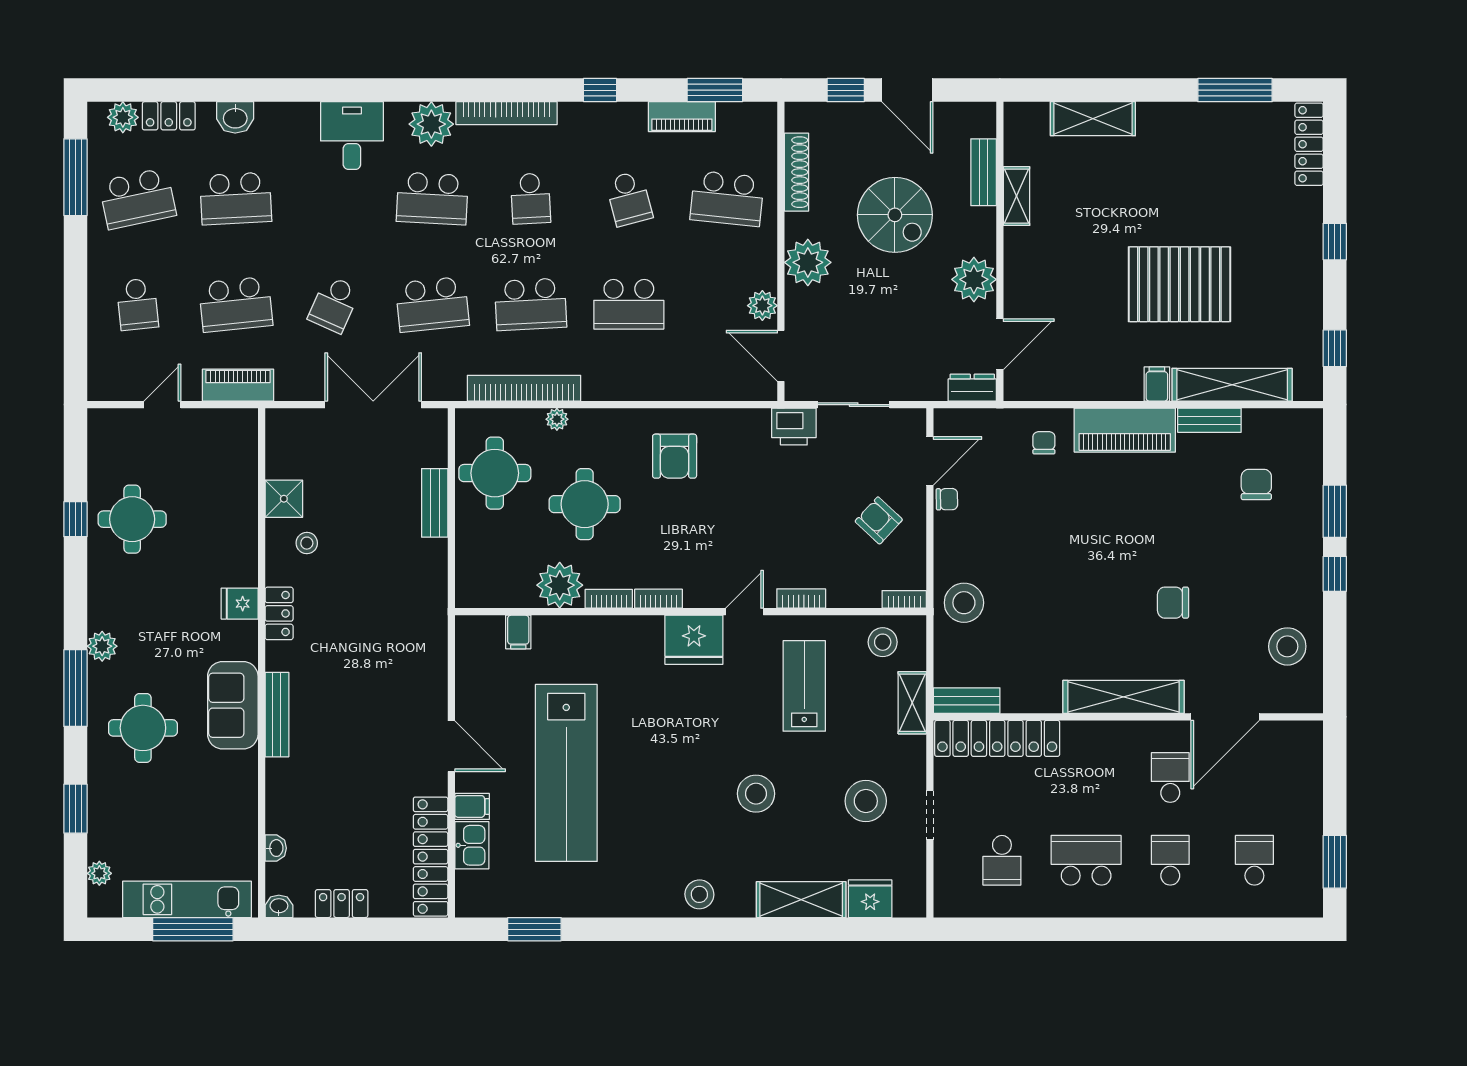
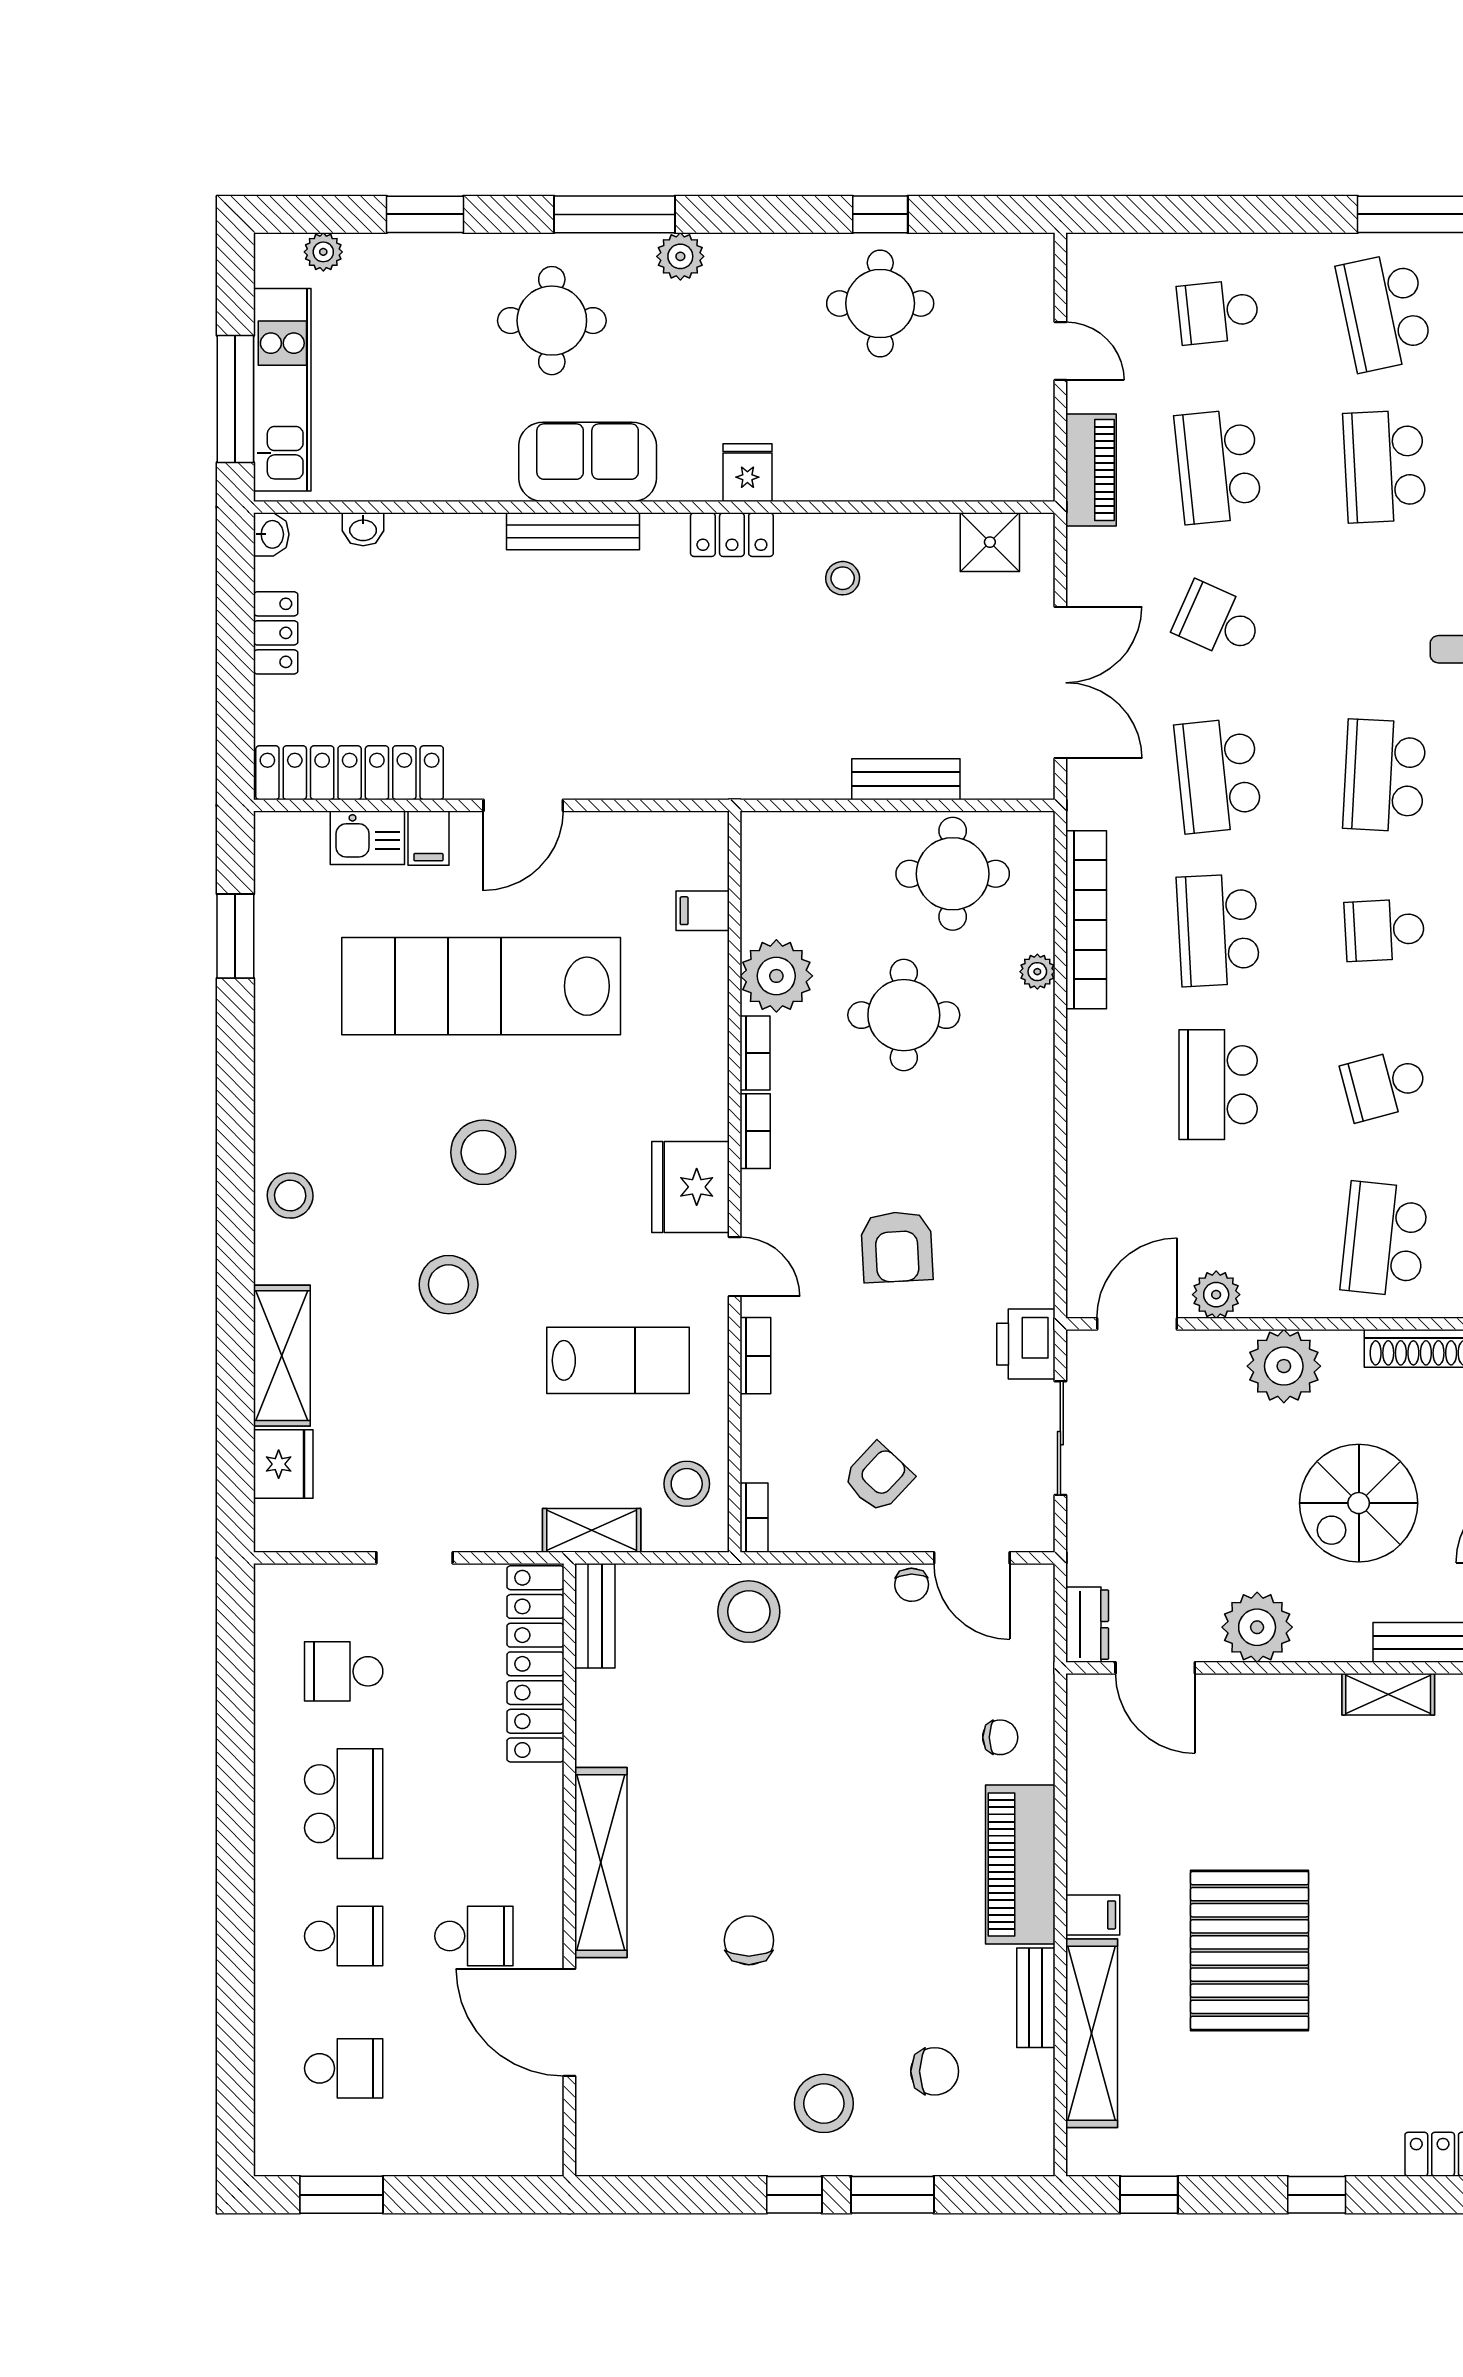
armchair: (675, 456) -> (897, 1247), moved, turned -93
shower: (284, 499) -> (990, 542), moved
stool: (1287, 646) -> (824, 2103), moved
stool: (866, 801) -> (483, 1152), moved

